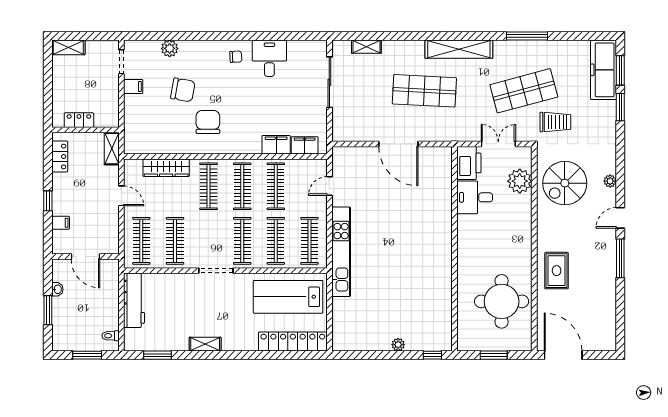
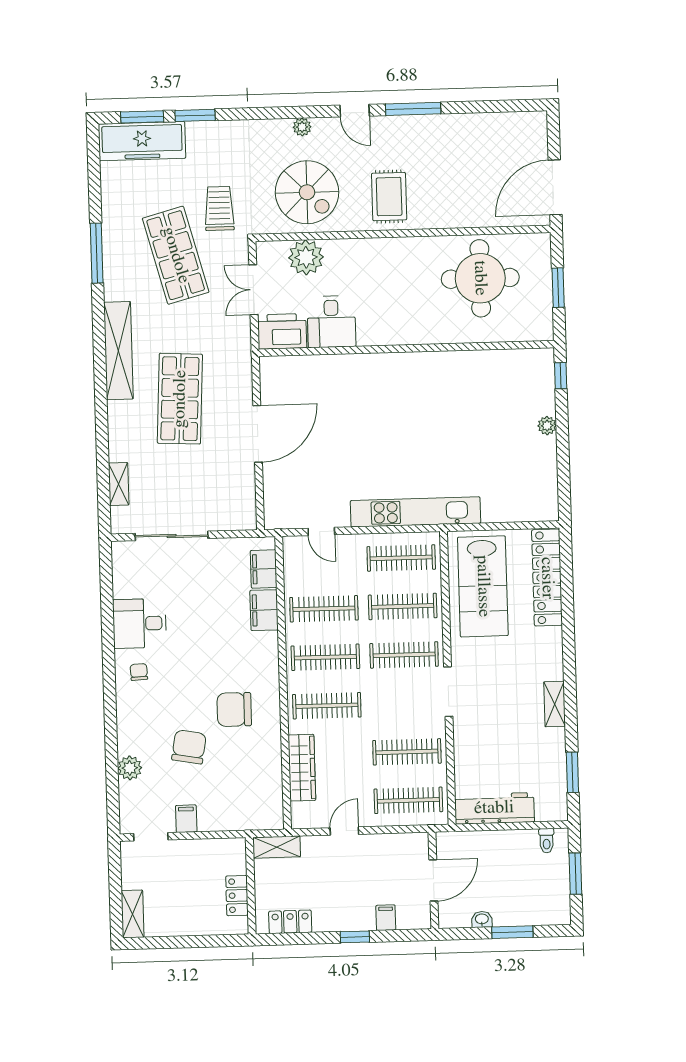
rug: (557, 271) -> (389, 197), moved, turned 90

